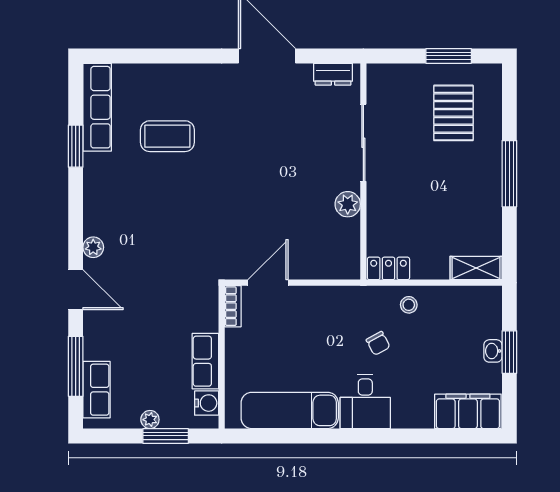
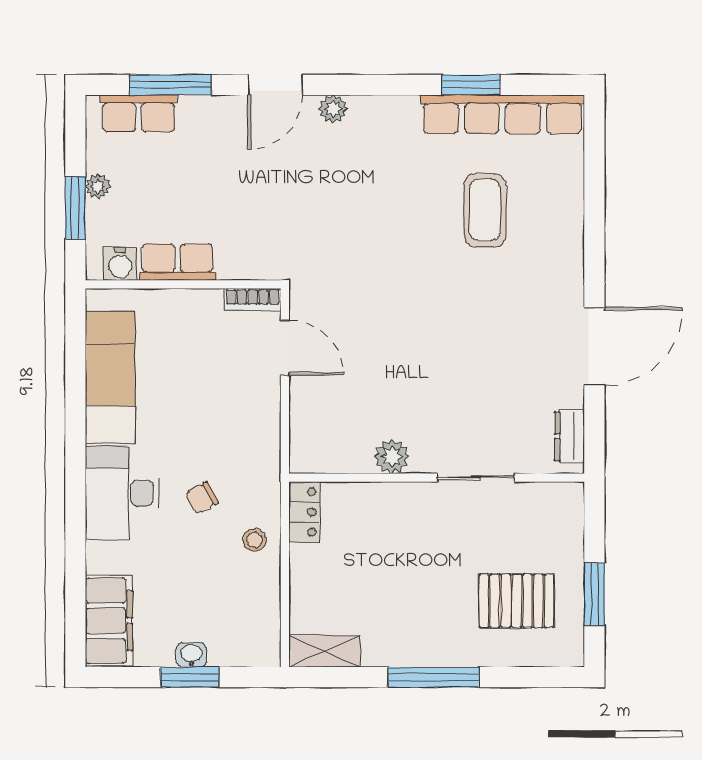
row of seats: (97, 107) -> (503, 114), width x1.36
sliding door: (363, 143) -> (476, 478), width x0.73
shelving: (476, 268) -> (324, 651), moved, turned 90
desk: (365, 402) -> (122, 493), width x1.37

